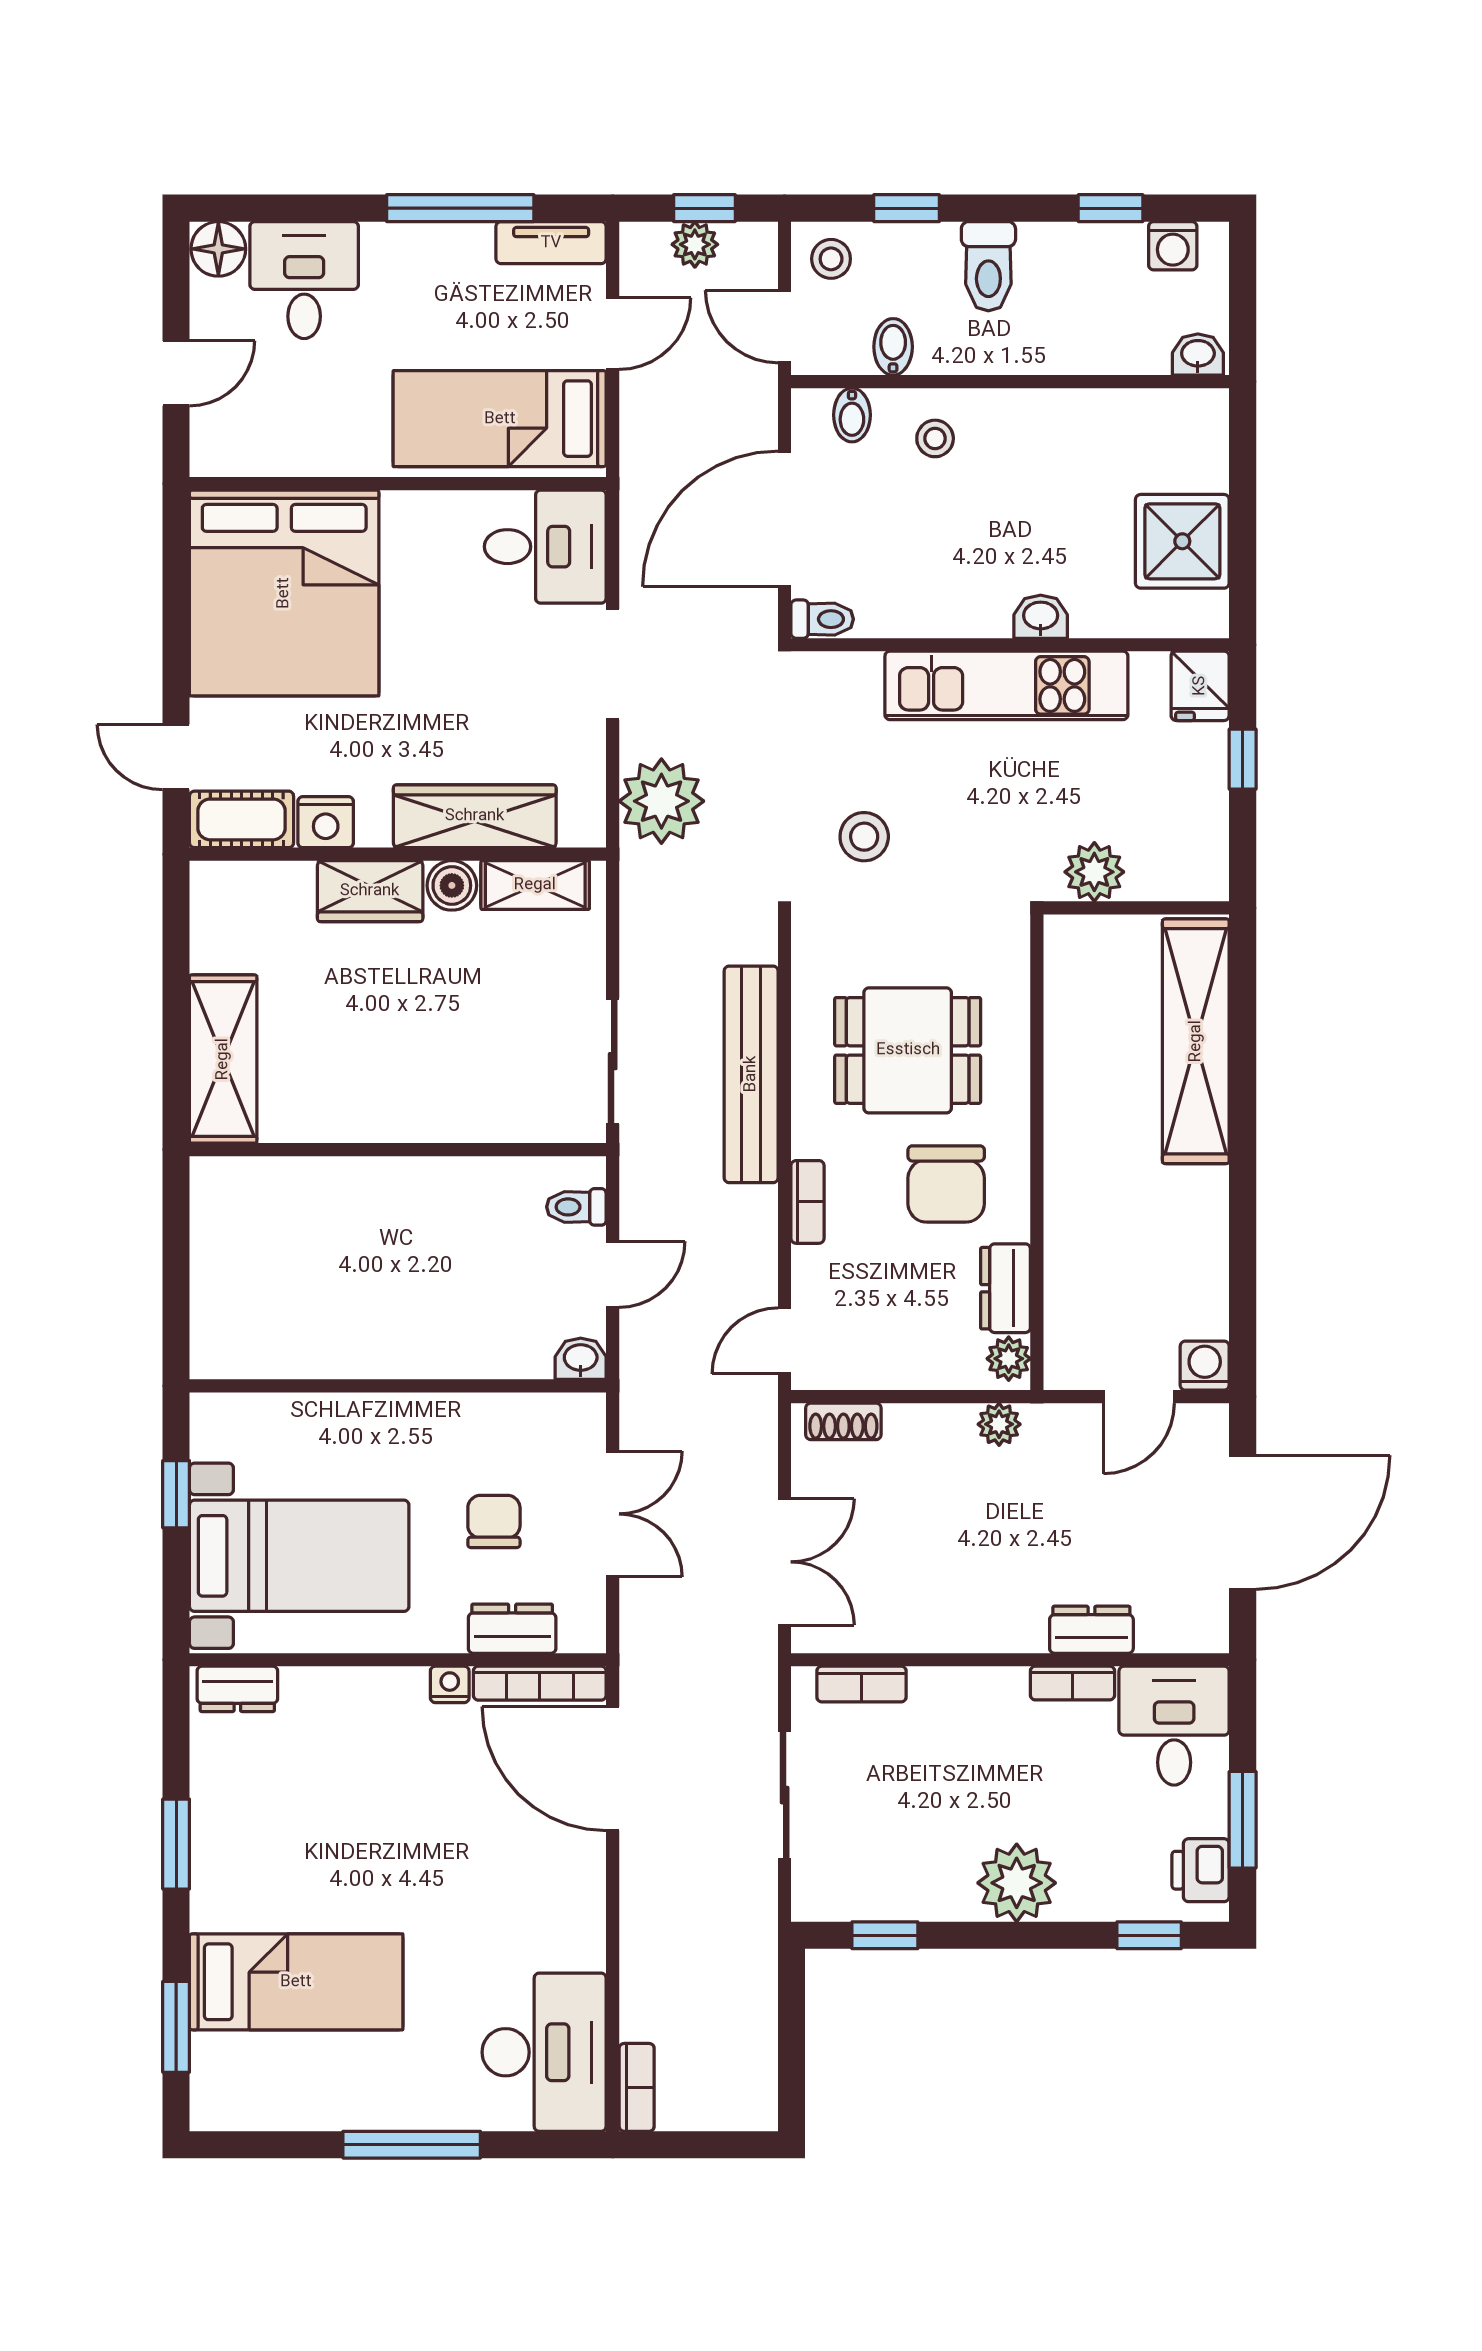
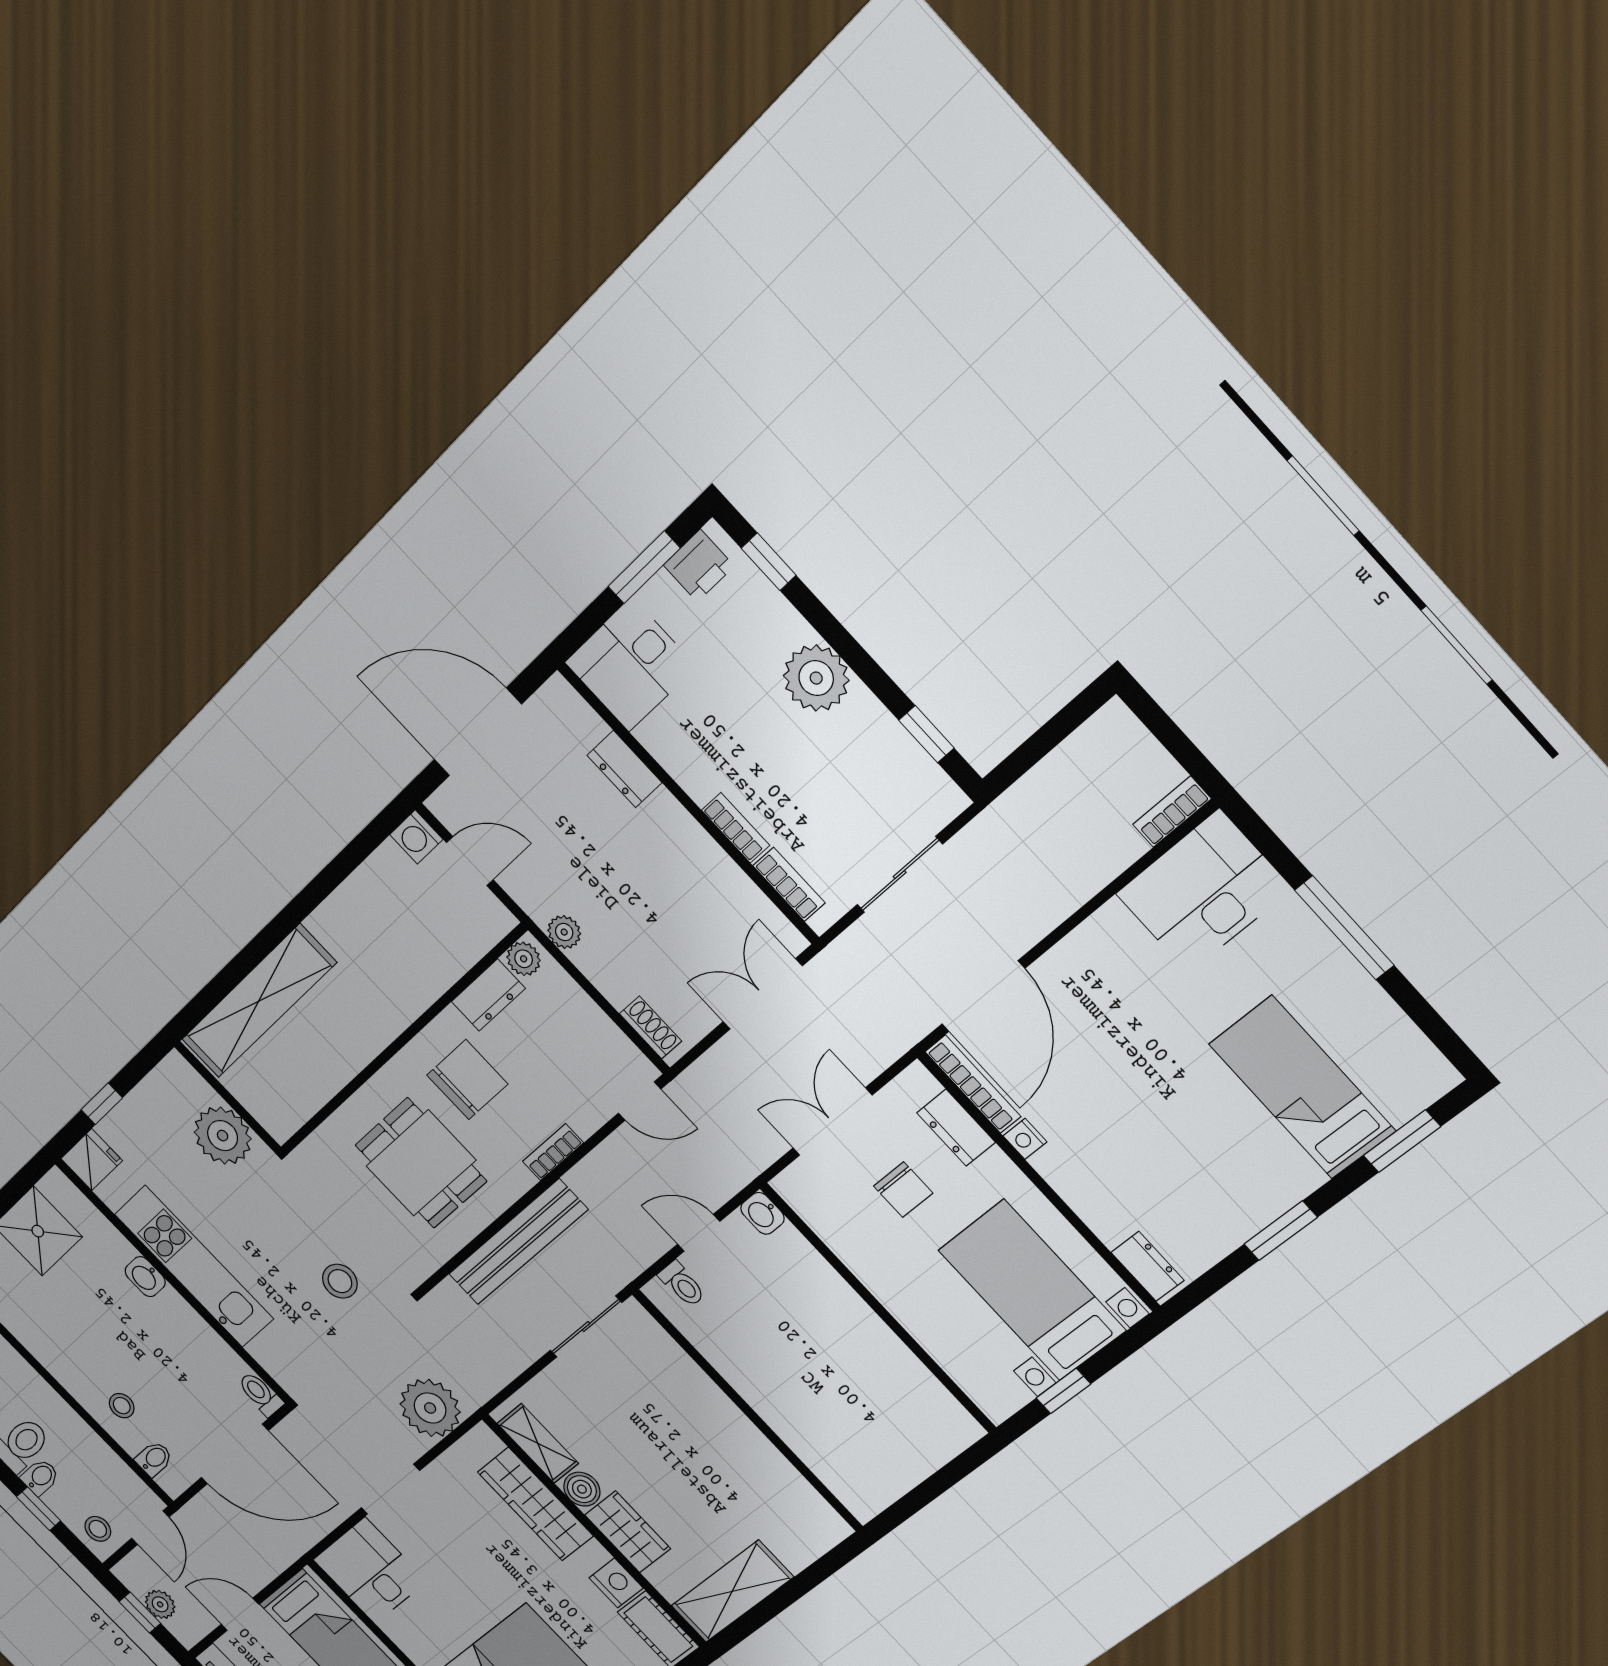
bidet: (893, 347) -> (40, 1477), moved, turned 180
plant: (1094, 872) -> (223, 1136), width x1.36, depth x1.36
shelving: (223, 1059) -> (732, 1591), moved
chair: (494, 1521) -> (903, 1190), turned -90
bookcase: (1072, 1683) -> (736, 828), moved

